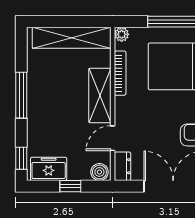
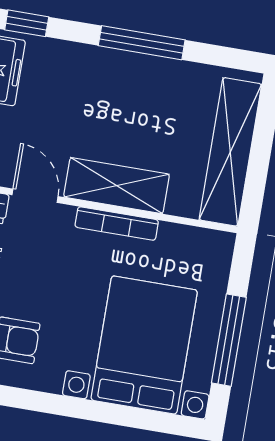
plant: (122, 34) -> (221, 244), removed
bookcase: (120, 73) -> (117, 224), moved

